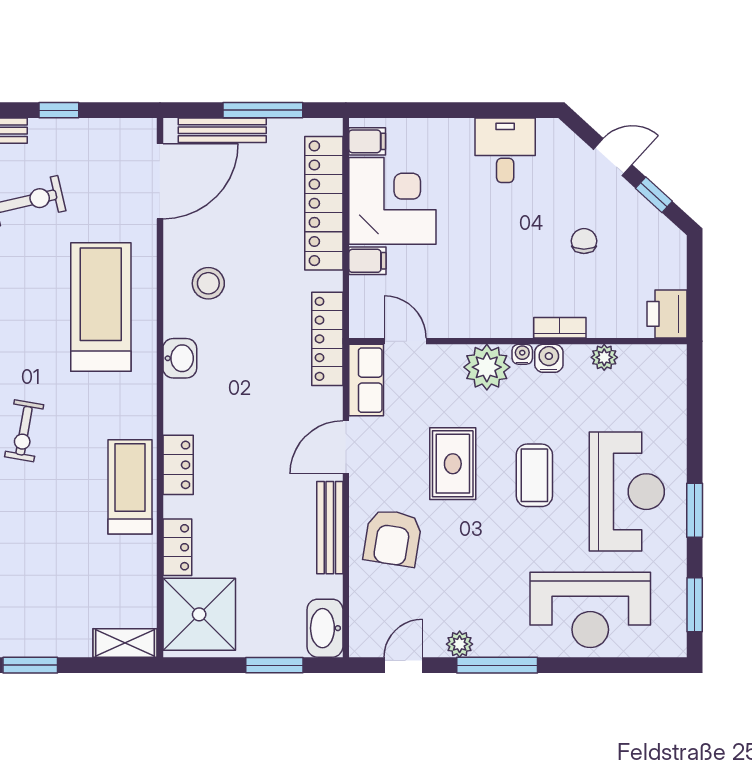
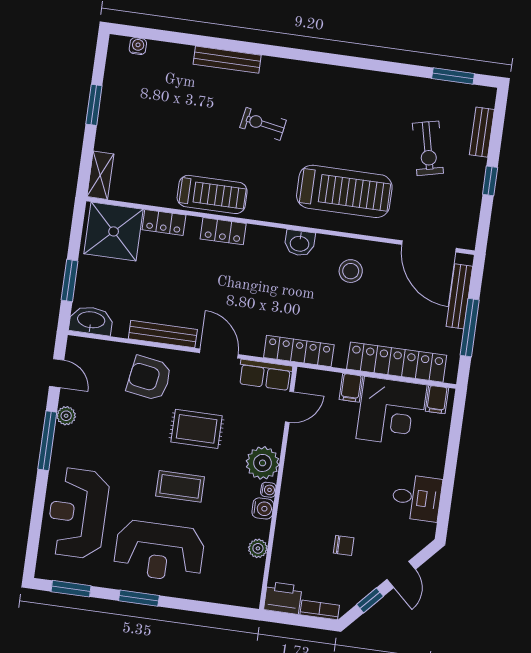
bookcase: (560, 328) -> (320, 610), moved, turned -90

